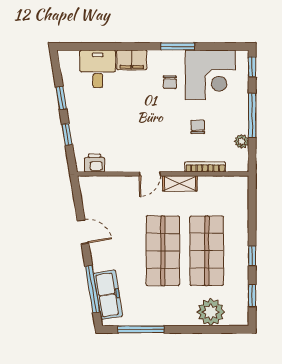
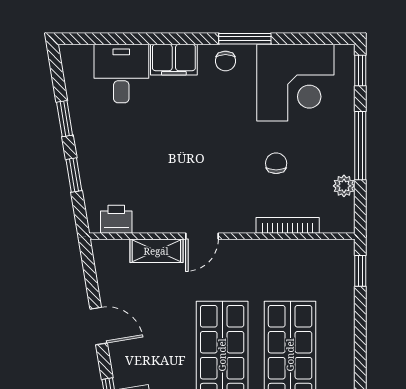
chair: (170, 82) -> (225, 61), moved
shelving: (180, 183) -> (156, 251), moved
window: (252, 256) -> (360, 271), moved

